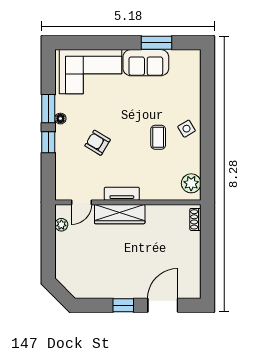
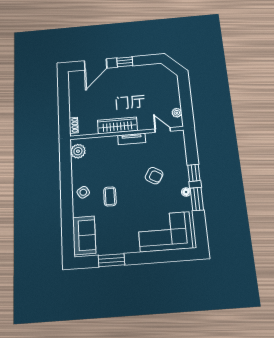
sofa: (146, 63) -> (84, 235), moved, turned 90
coffee table: (158, 137) -> (110, 196), moved
door: (81, 202) -> (163, 130), hinge flipped
wardrobe: (120, 214) -> (117, 125), moved

